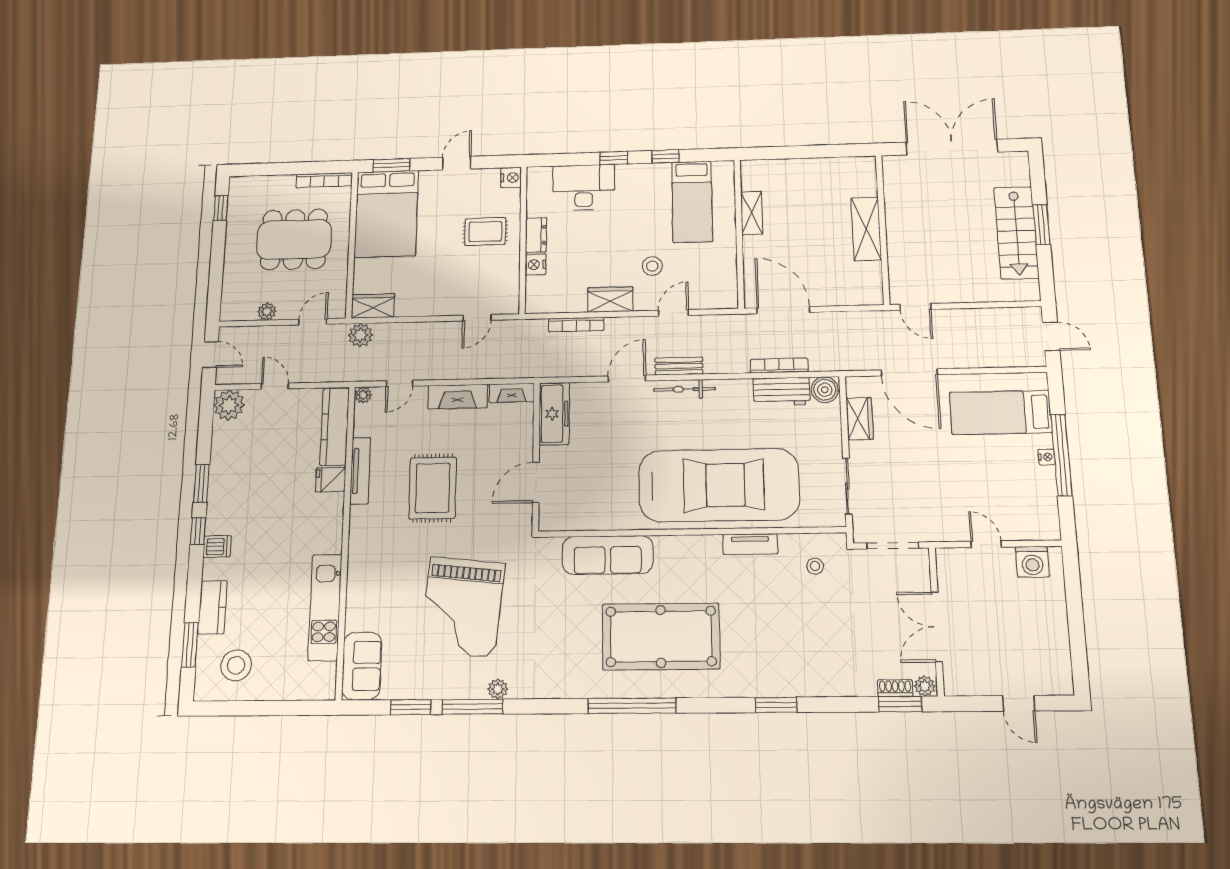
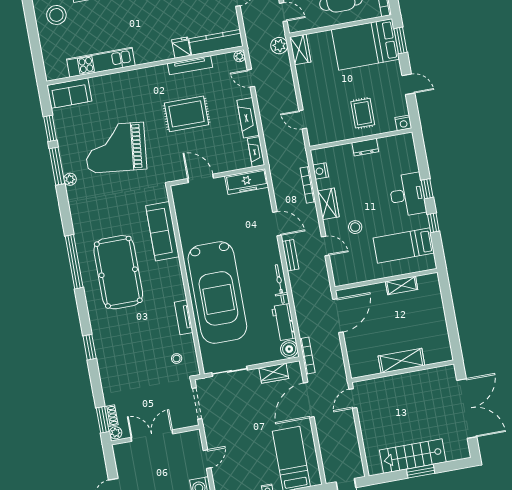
desk: (584, 187) -> (407, 195), moved
nightstand: (535, 265) -> (321, 171), moved, turned -90
bookcase: (779, 366) -> (307, 356), moved
bicycle: (684, 389) -> (280, 284), moved

